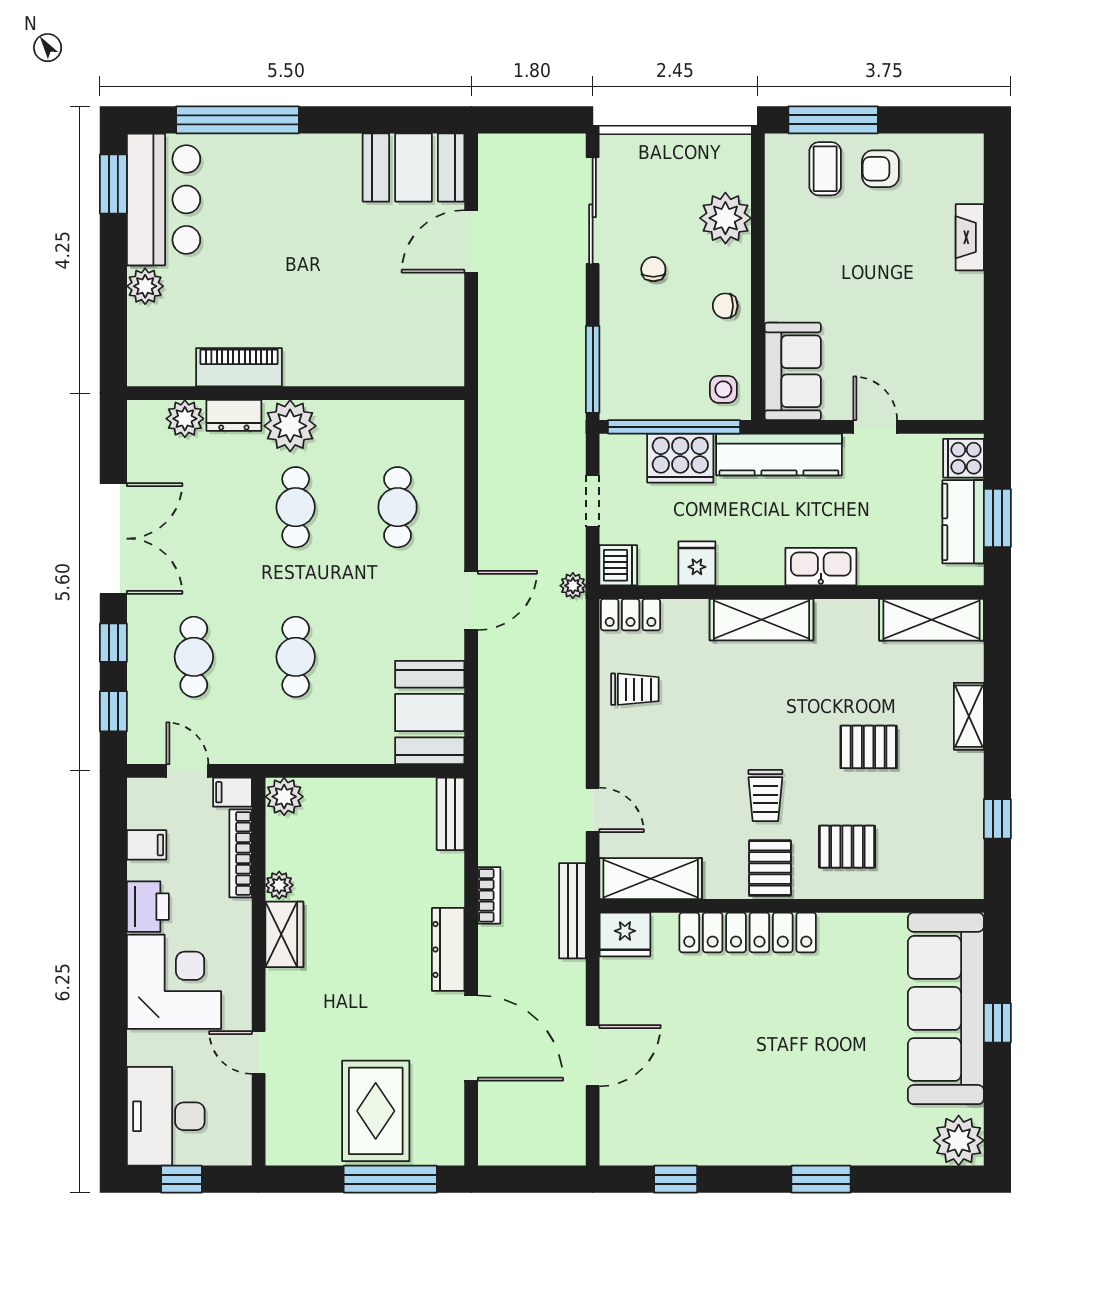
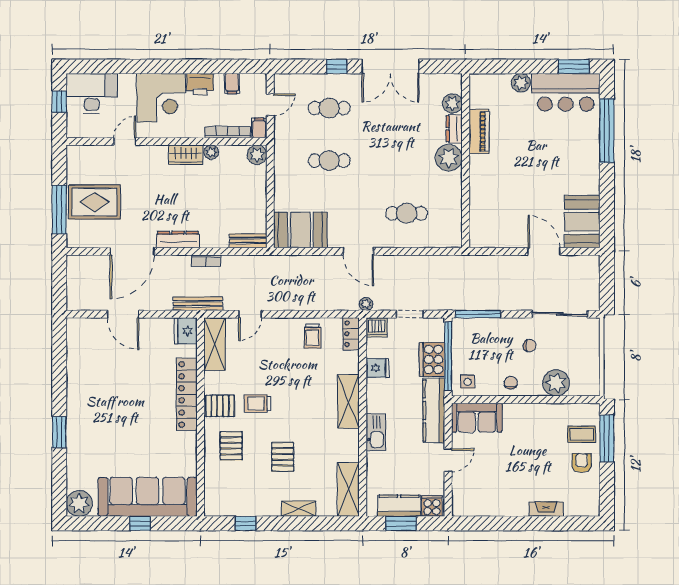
cafe table: (296, 507) -> (407, 161), removed
window: (113, 711) -> (301, 66), removed
window: (676, 1179) -> (59, 357), removed

